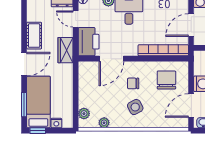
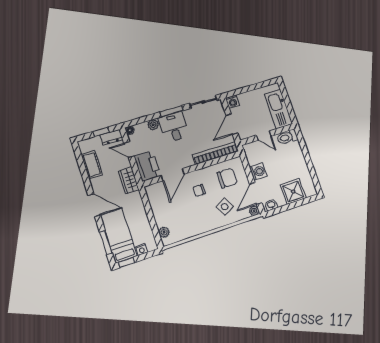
cot: (34, 36) -> (92, 165), moved
door: (24, 64) -> (94, 205), hinge flipped
chair: (166, 80) -> (227, 178), turned 90
side table: (135, 107) -> (225, 207), moved
plant: (104, 123) -> (254, 211), moved

